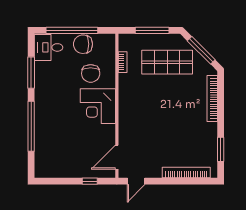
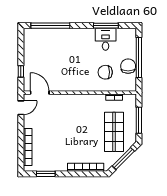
desk: (49, 47) -> (106, 39), moved
corner desk: (98, 106) -> (80, 78), removed
window: (31, 126) -> (50, 26), moved
door: (136, 181) -> (21, 108), swing flipped

